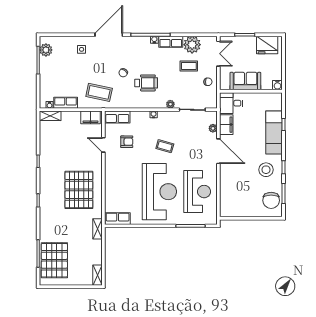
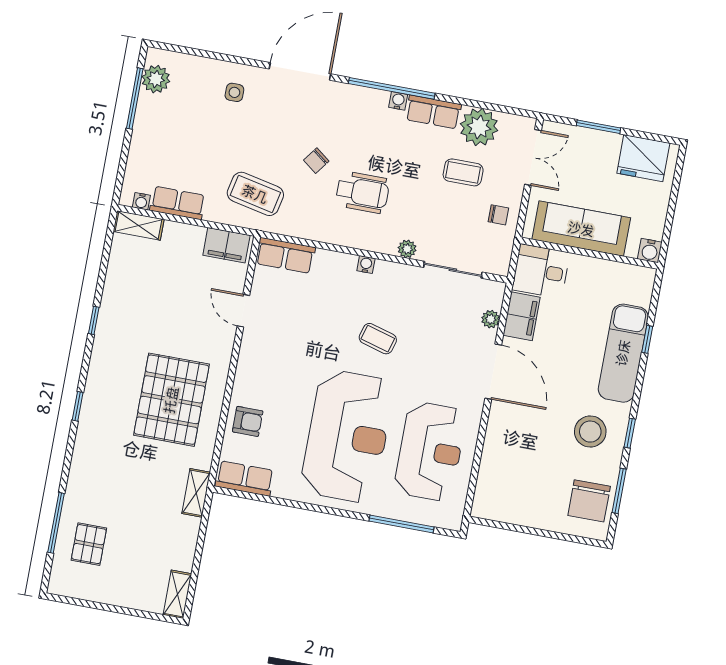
sofa: (245, 81) -> (581, 229), width x1.36
armchair: (127, 142) -> (248, 421), moved
pallet: (54, 260) -> (89, 544), width x0.49, depth x0.50

